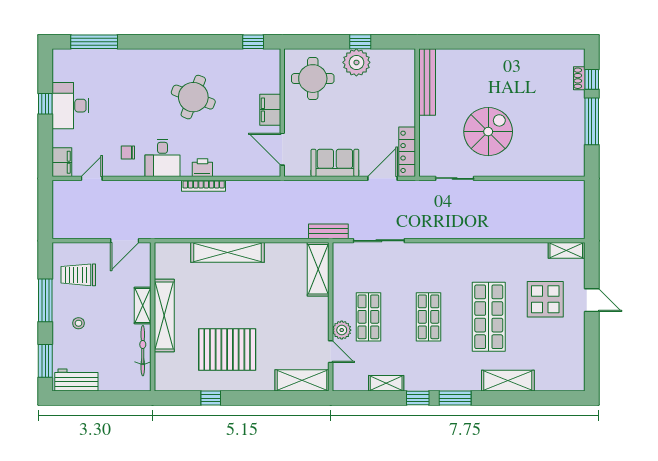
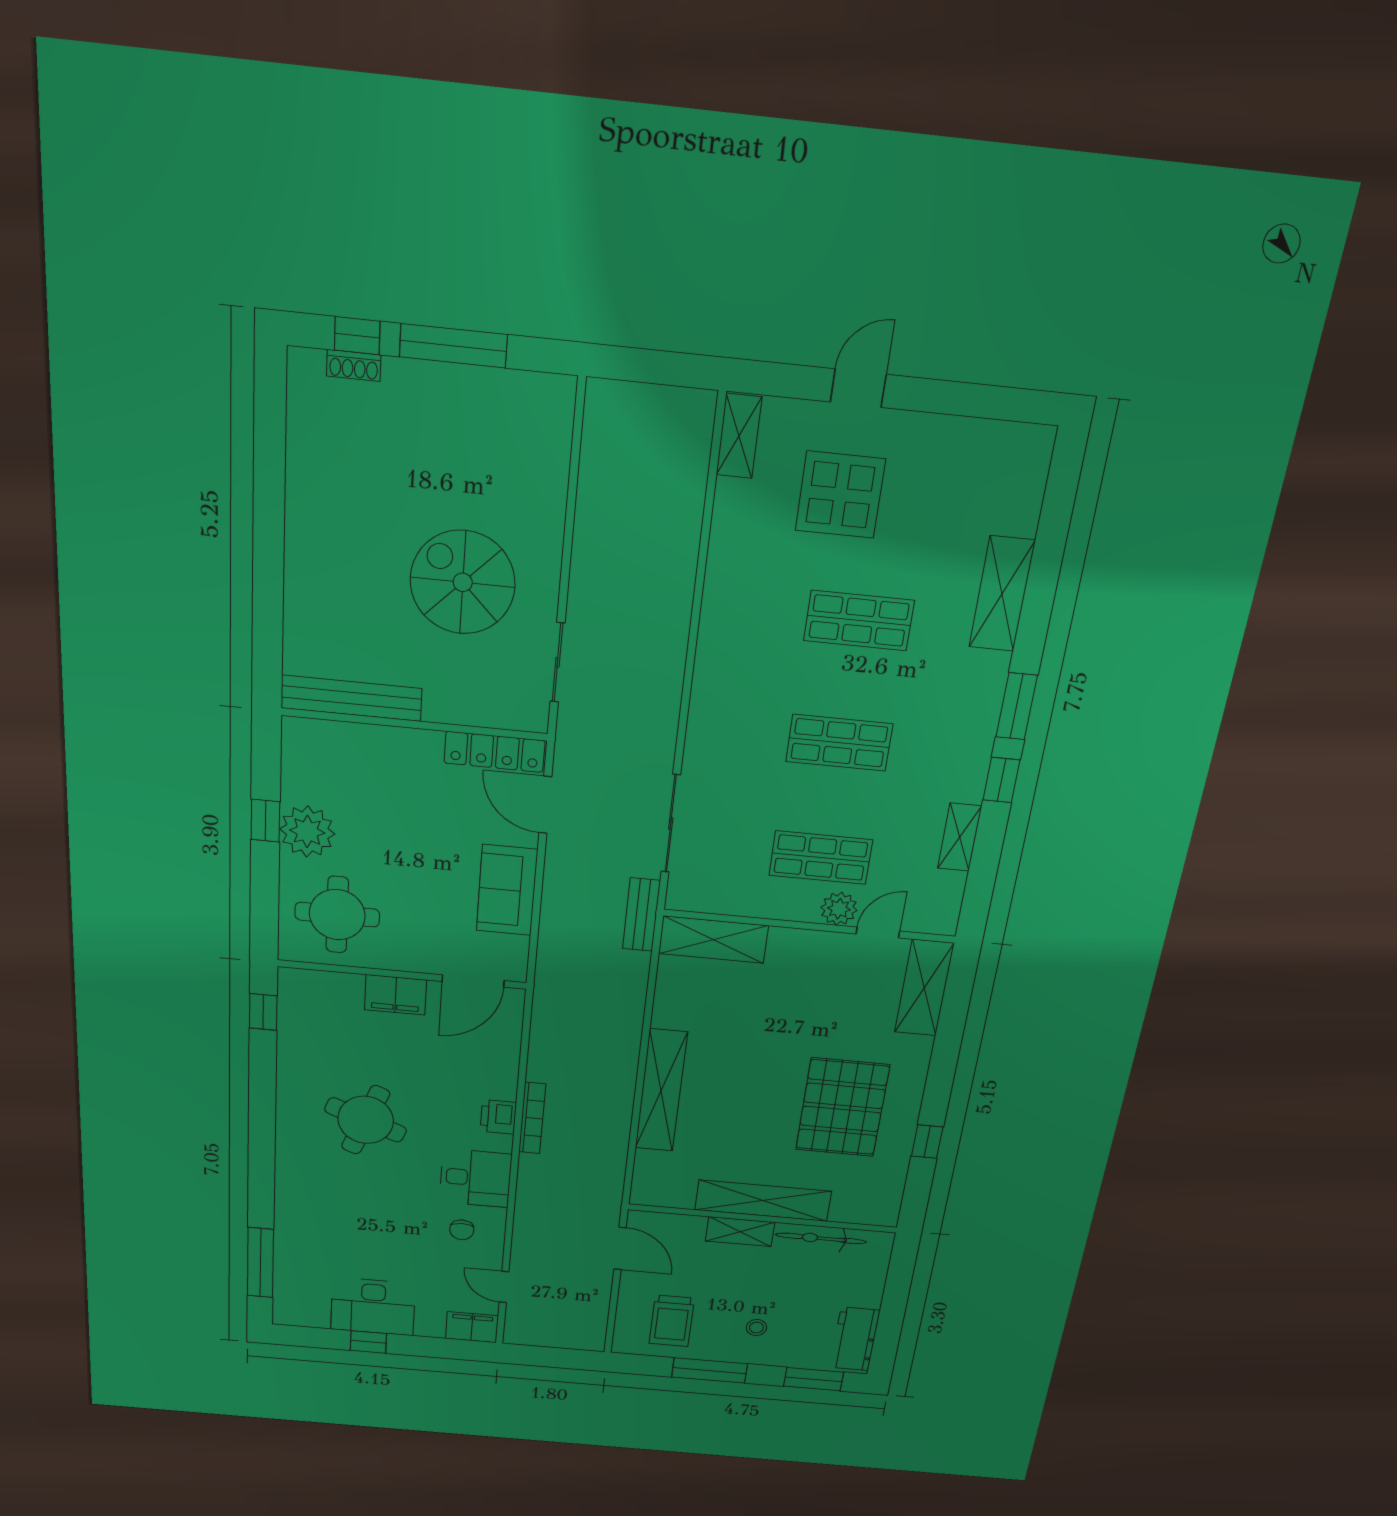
shop shelf: (489, 317) -> (859, 621), width x0.70, depth x0.74

